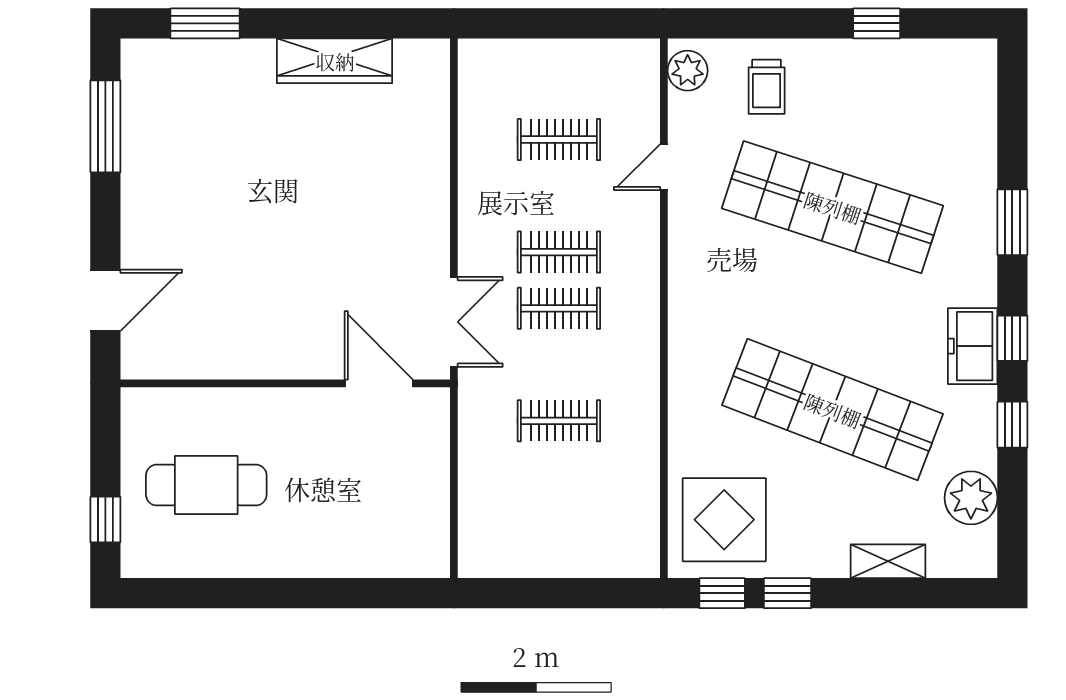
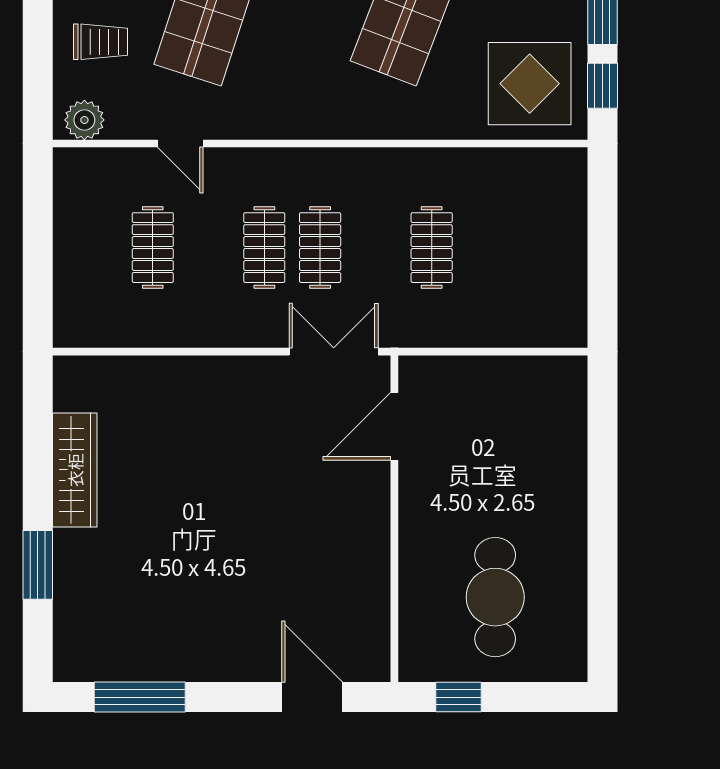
window: (205, 23) -> (38, 565), moved
window: (105, 520) -> (458, 697), moved

